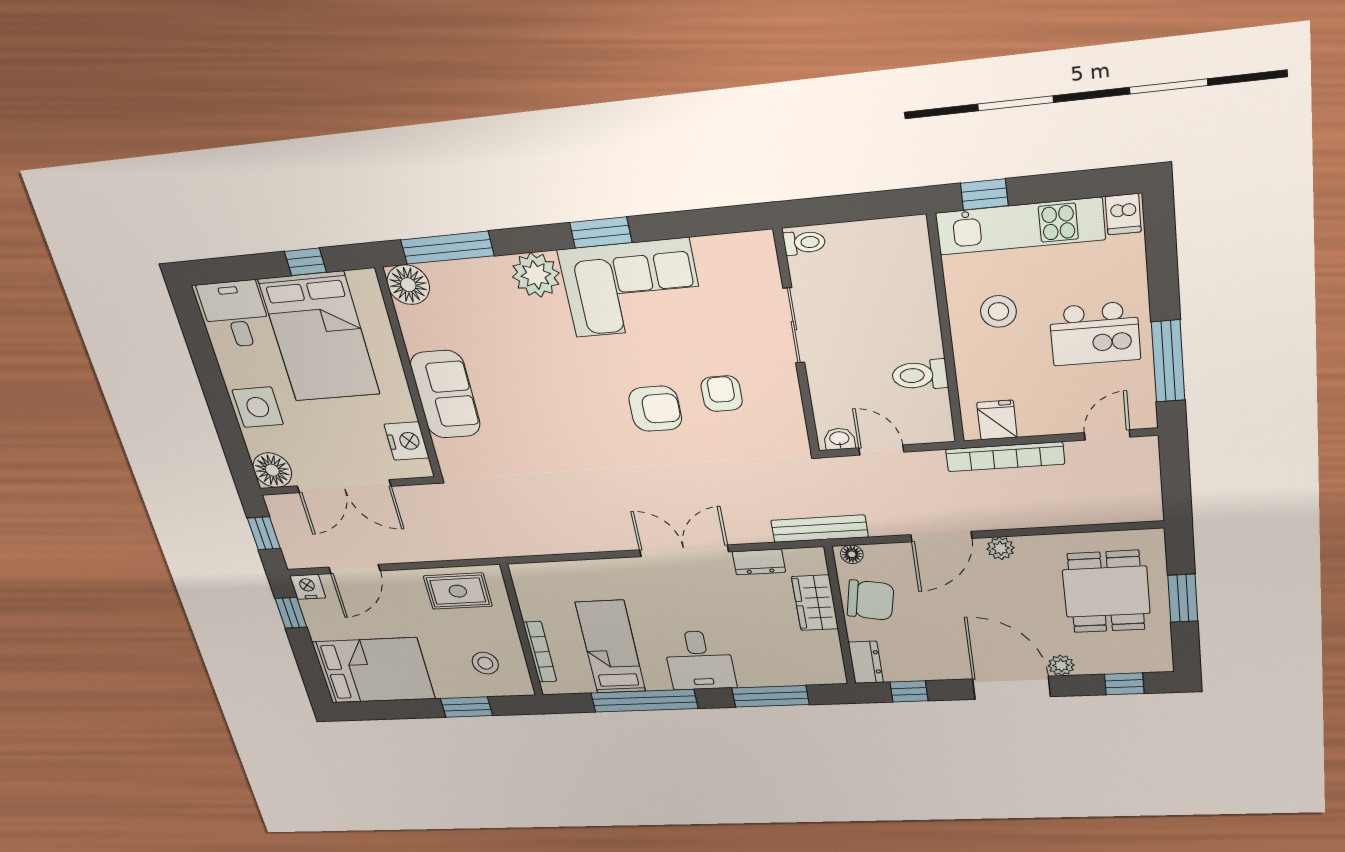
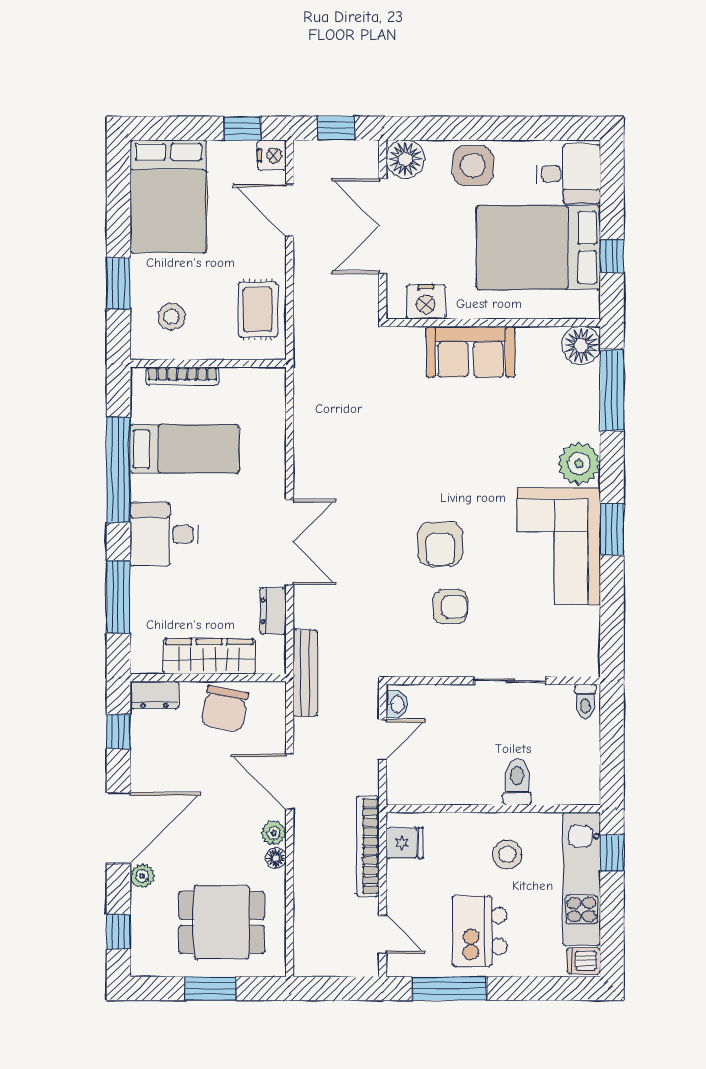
toilet: (920, 375) -> (517, 782), moved
floor lamp: (852, 554) -> (276, 858), moved
wardrobe: (815, 603) -> (209, 657), width x1.50

